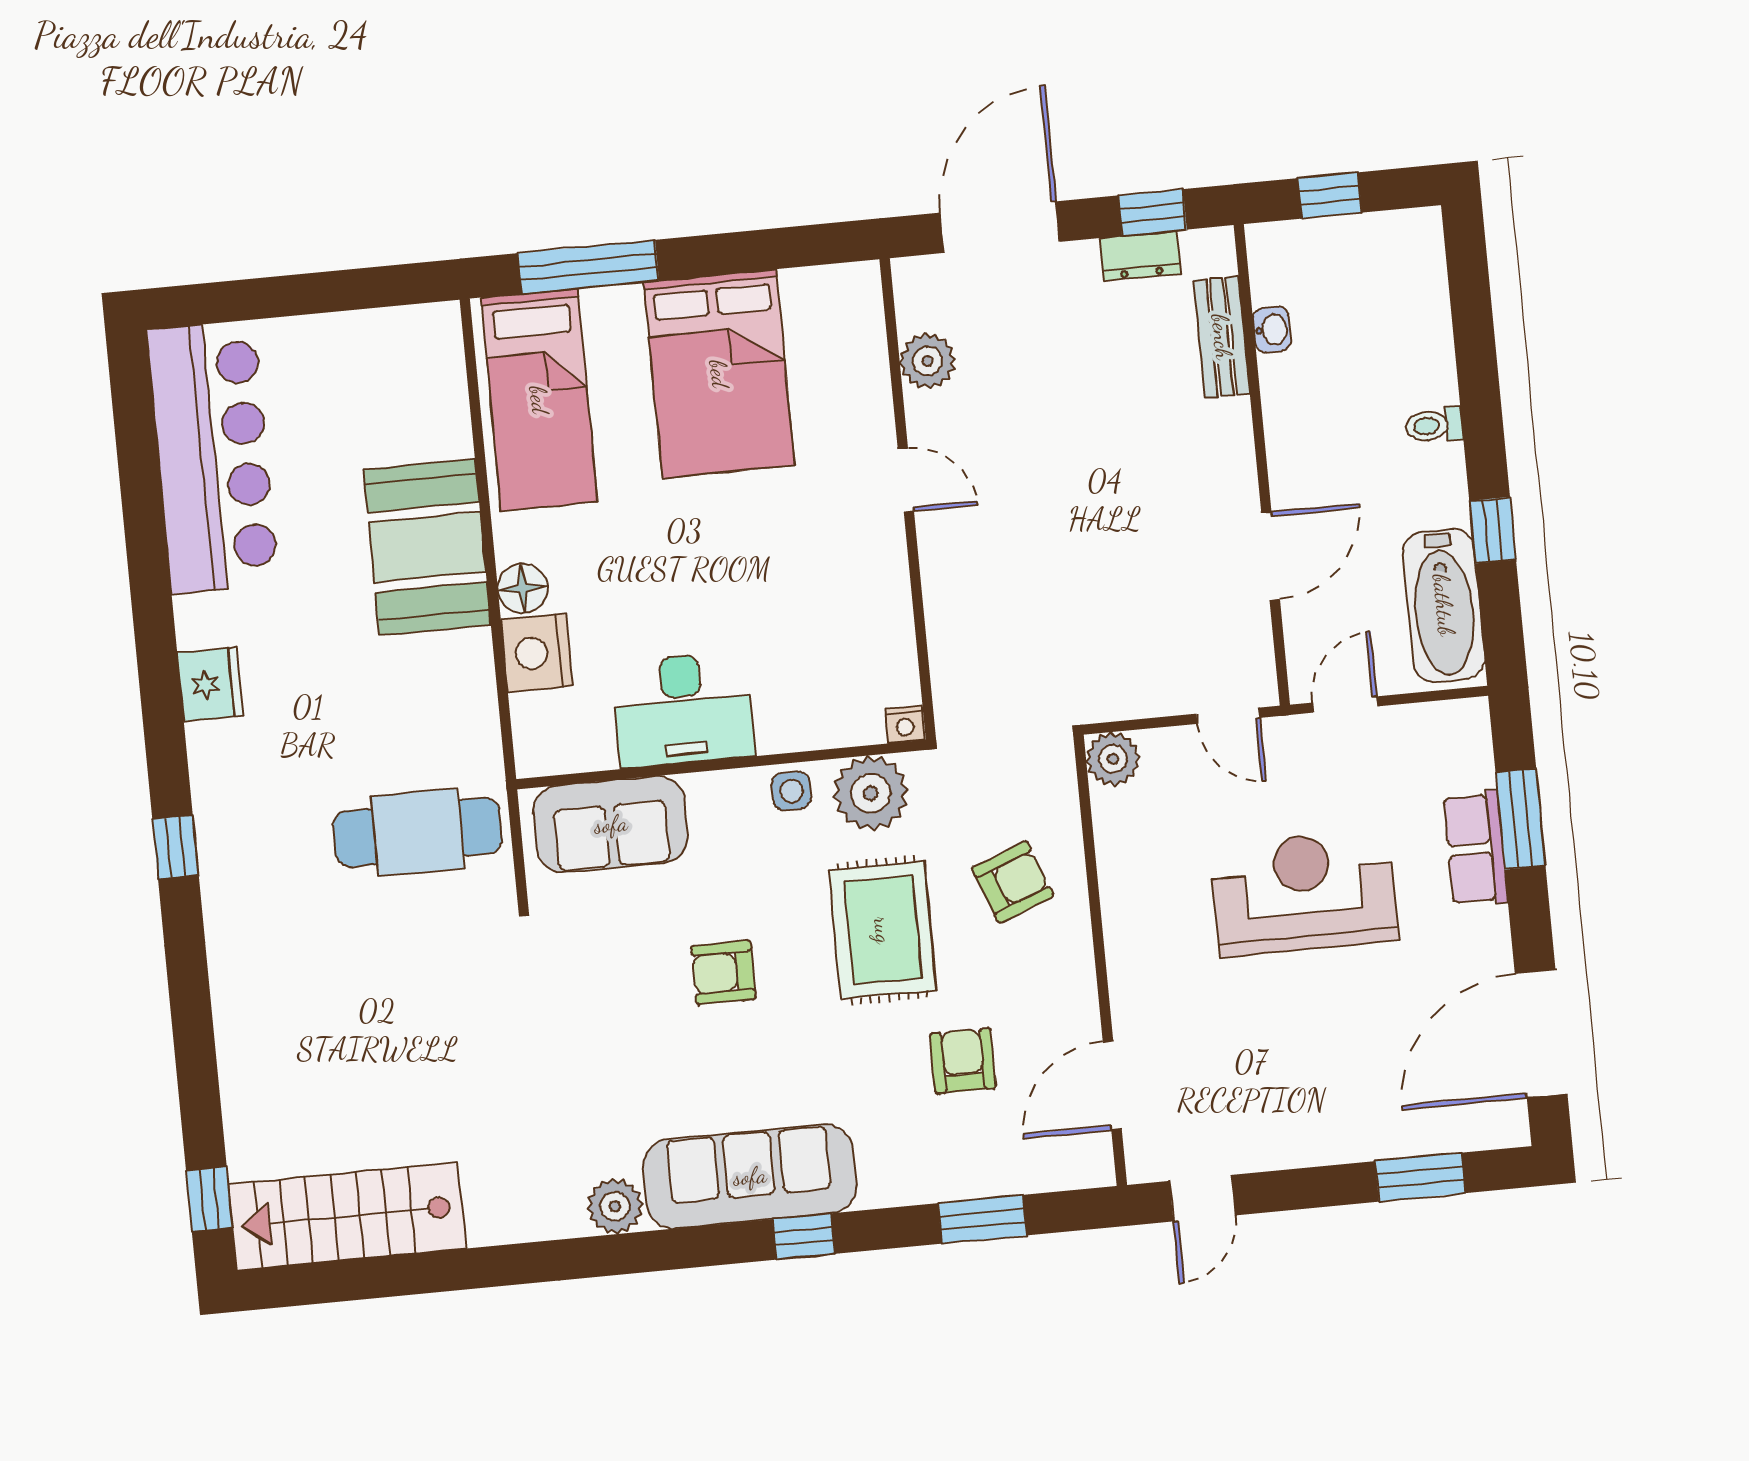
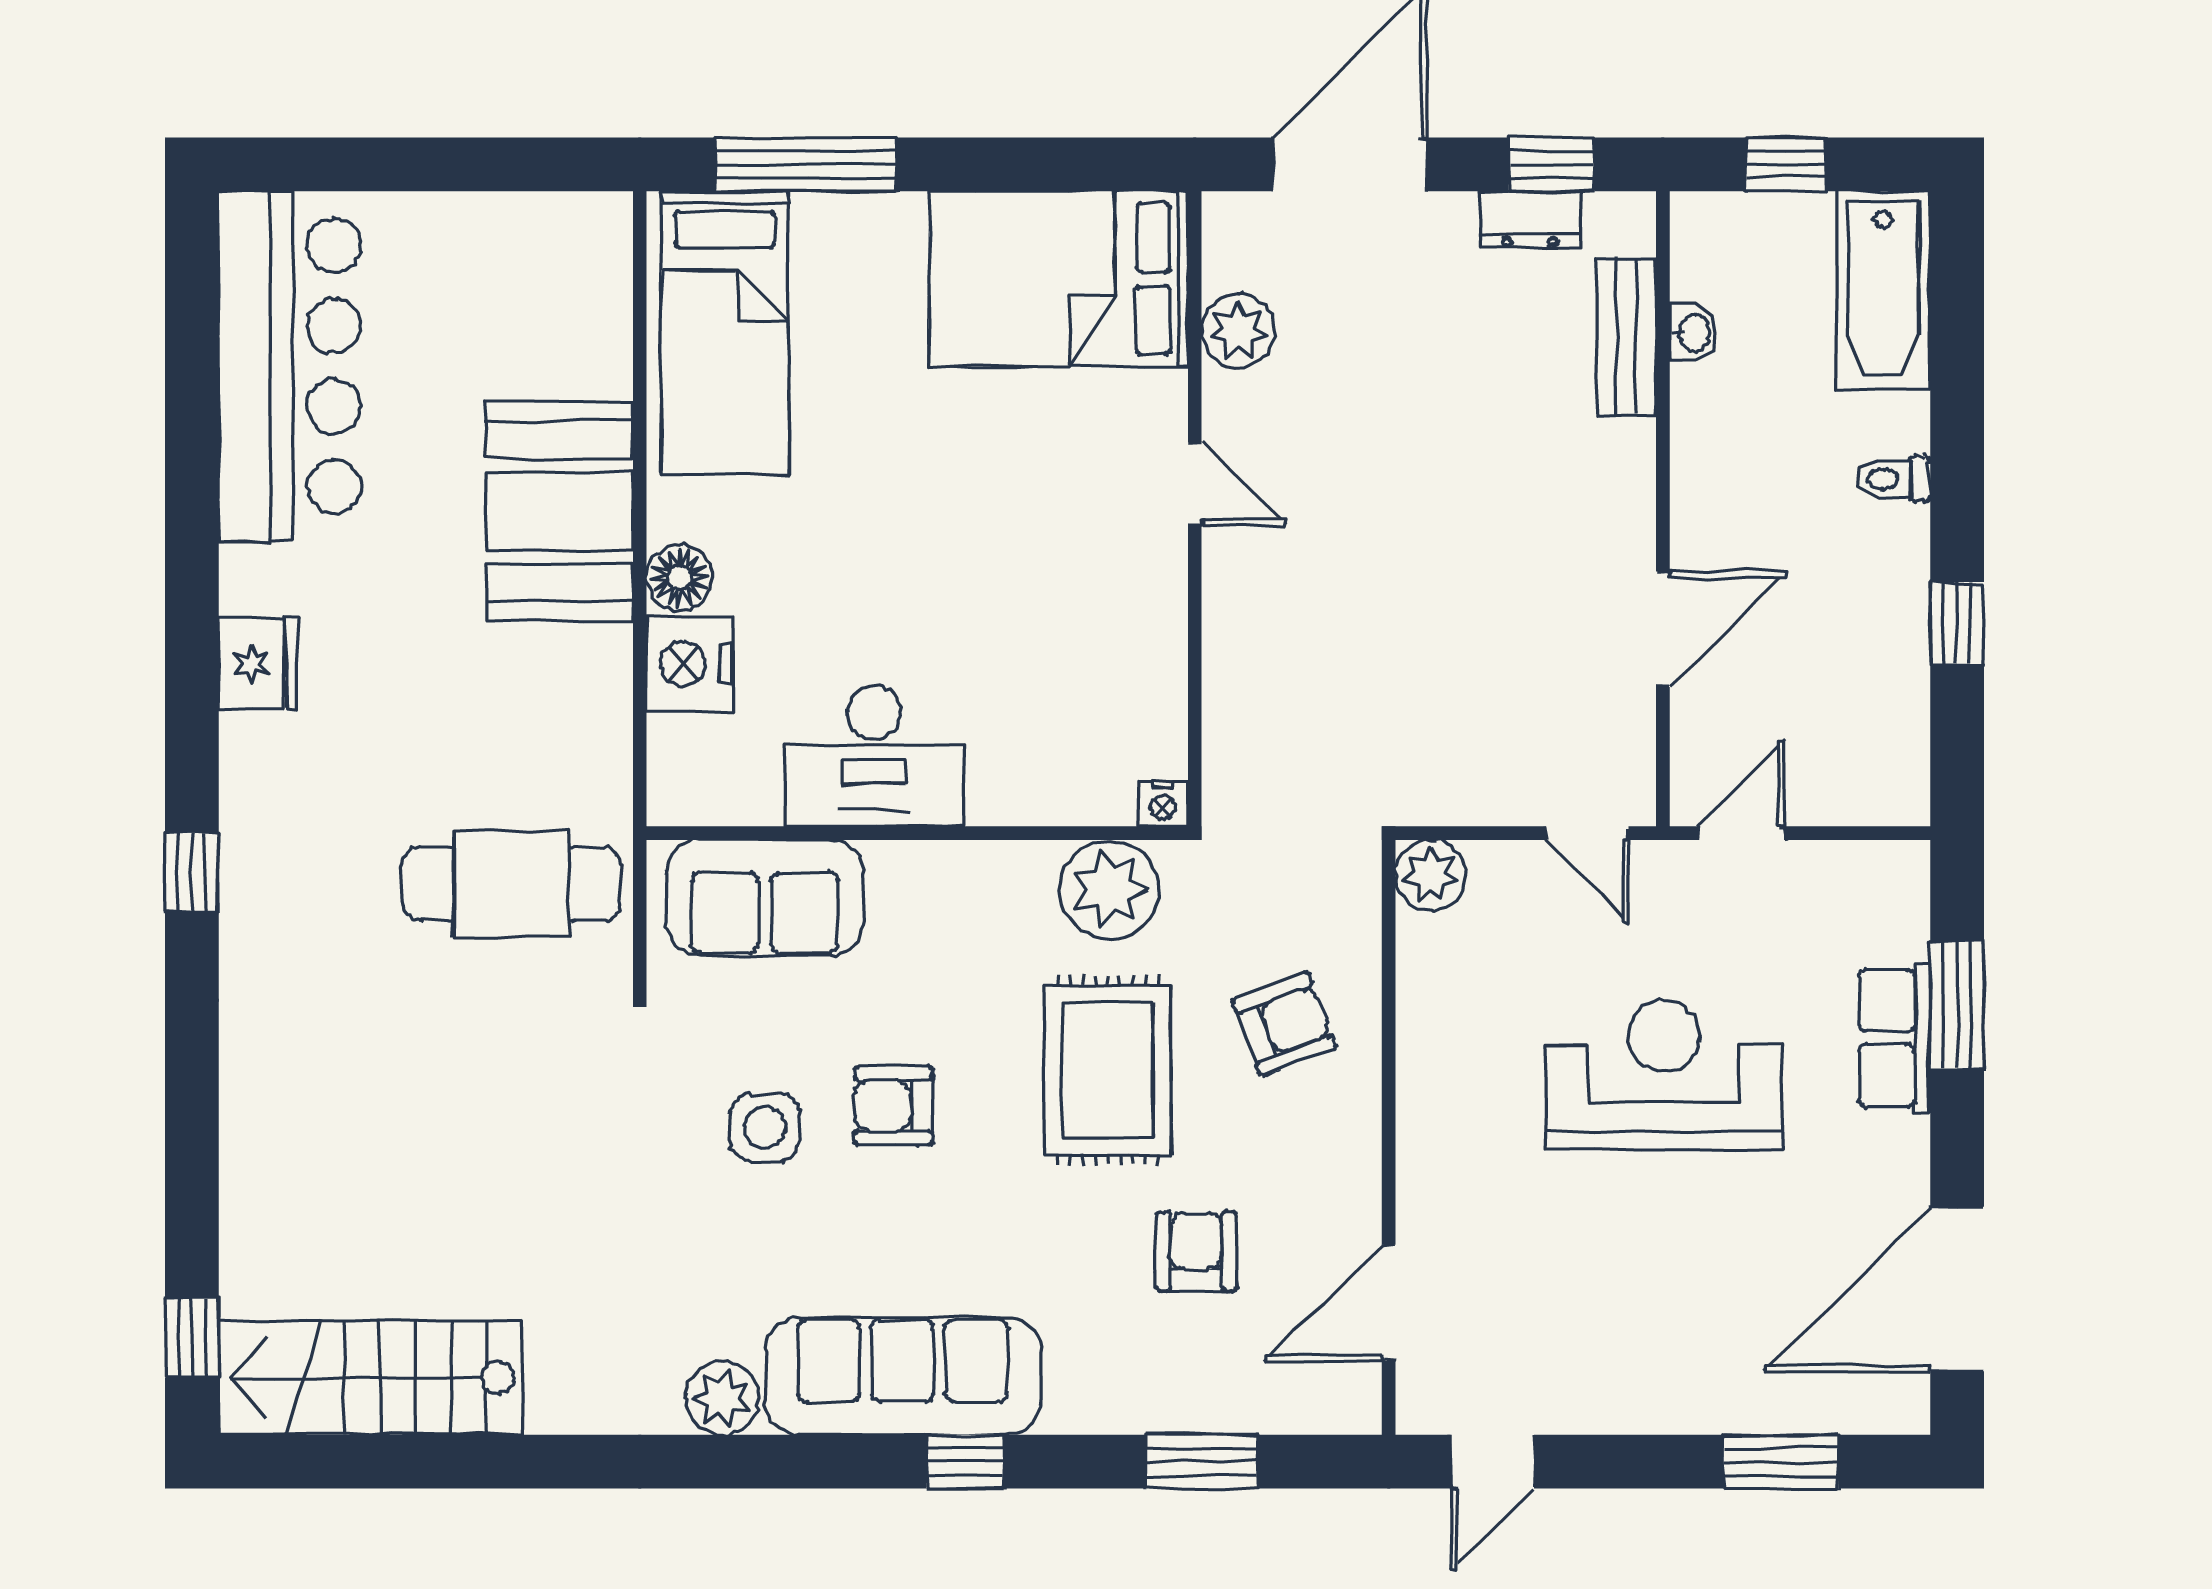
bed: (719, 374) -> (1058, 279), moved, turned 90
bathtub: (1444, 605) -> (1883, 291), moved
side table: (791, 791) -> (765, 1127), moved, width x1.37, depth x1.37

